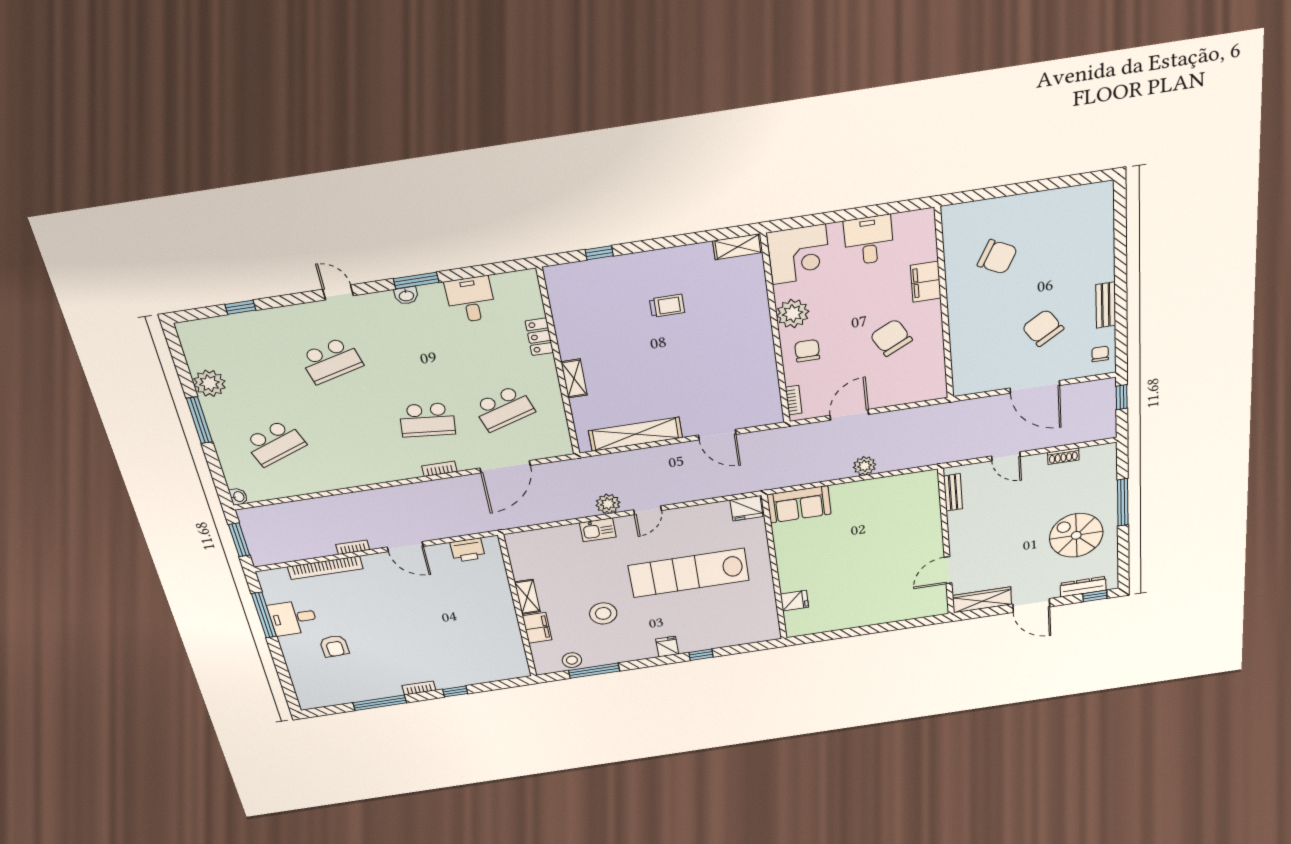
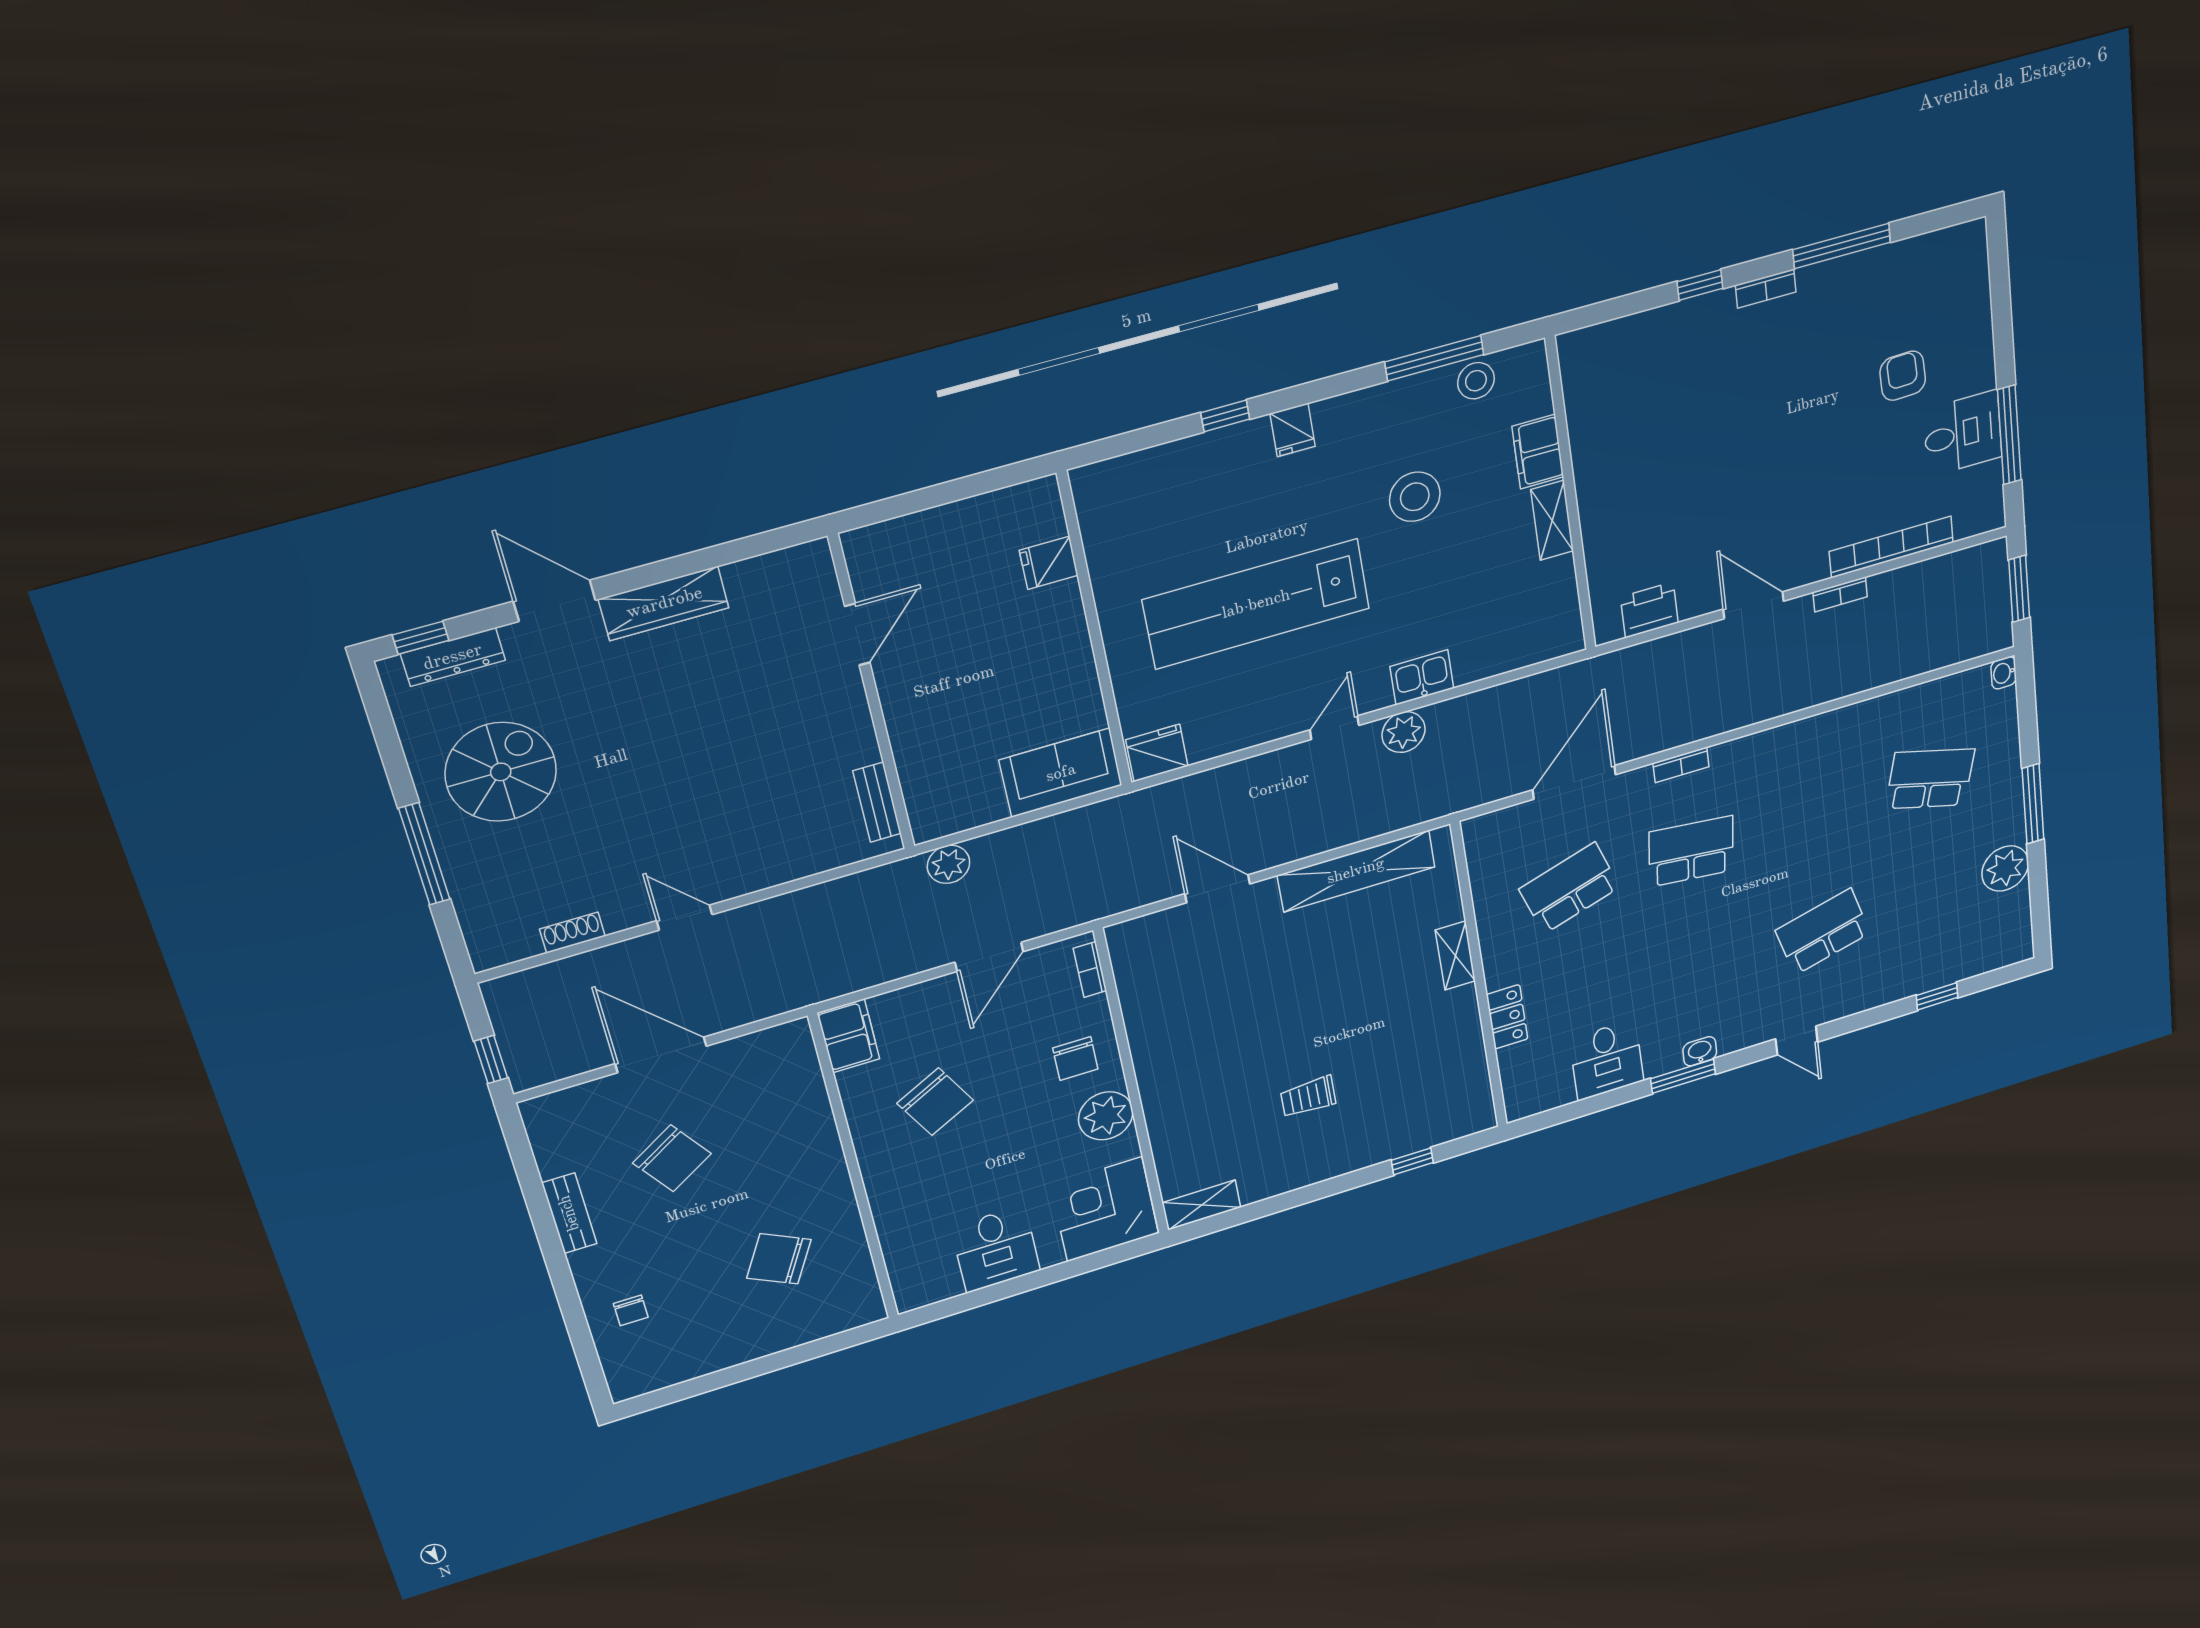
filing cabinet: (926, 282) -> (848, 1036), moved
chair: (1100, 354) -> (631, 1310), moved
school desk: (275, 443) -> (1930, 779), turned 36
bench: (953, 492) -> (877, 802), moved
spiral stairs: (1076, 535) -> (501, 772), turned -90
wall: (946, 543) -> (872, 695), moved
door: (948, 570) -> (857, 634), moved
lab bench: (689, 573) -> (1256, 604), turned 180

